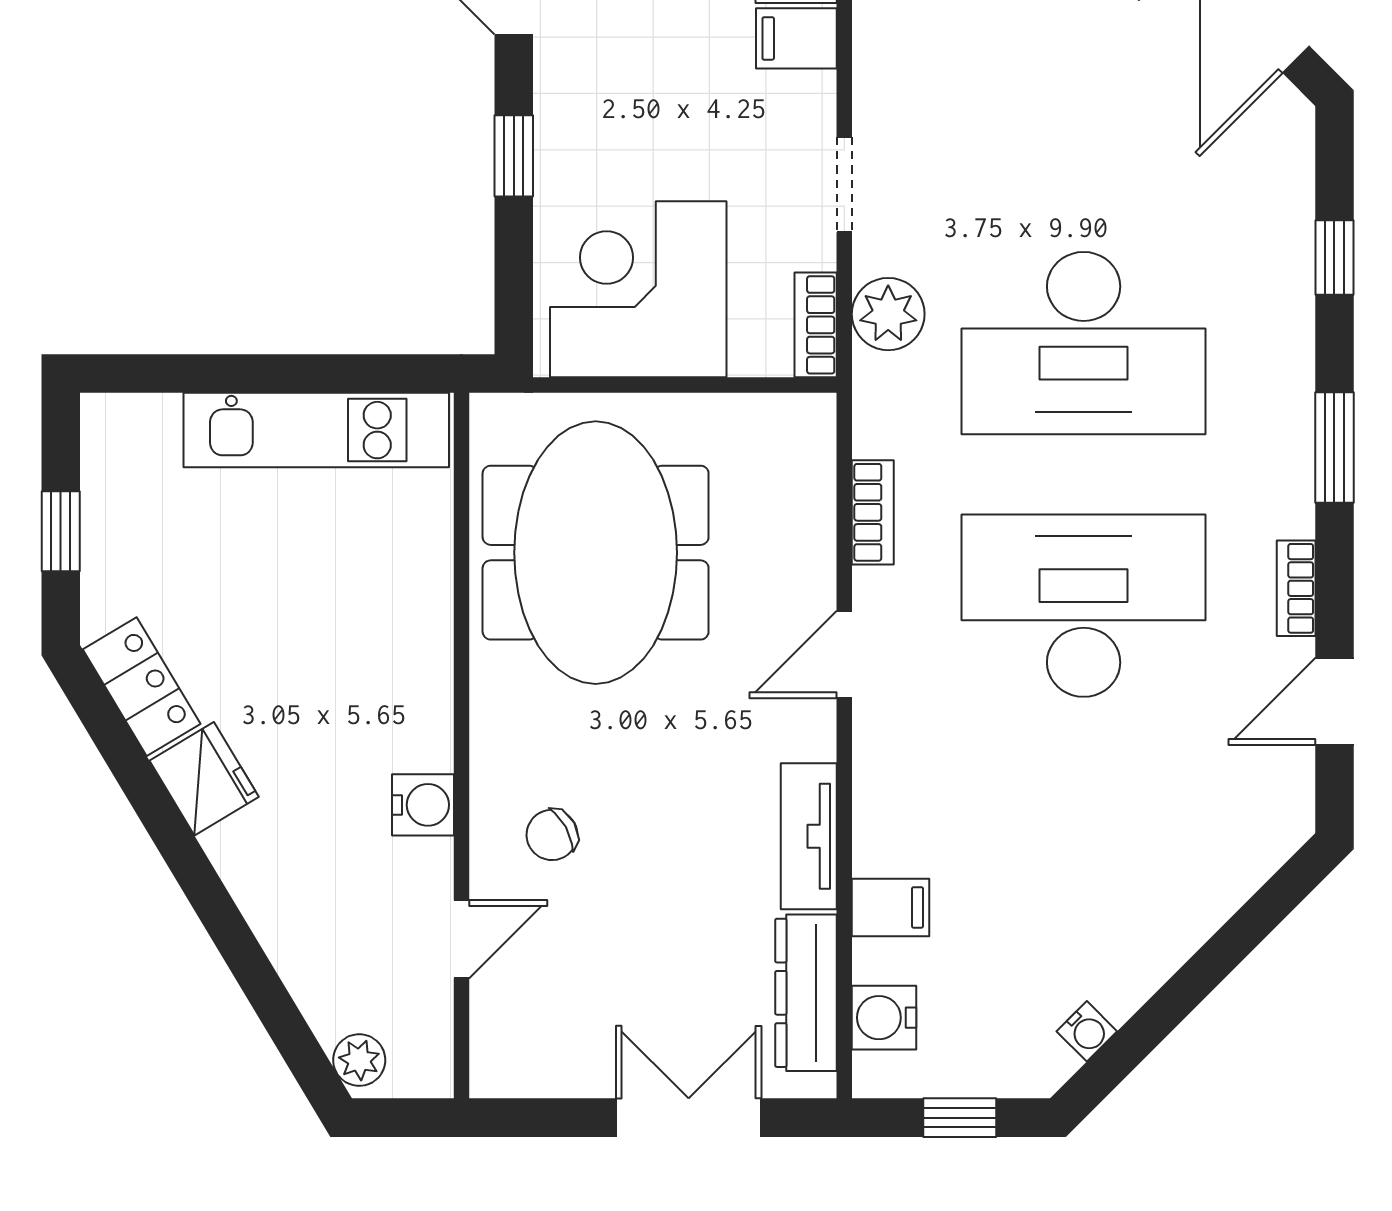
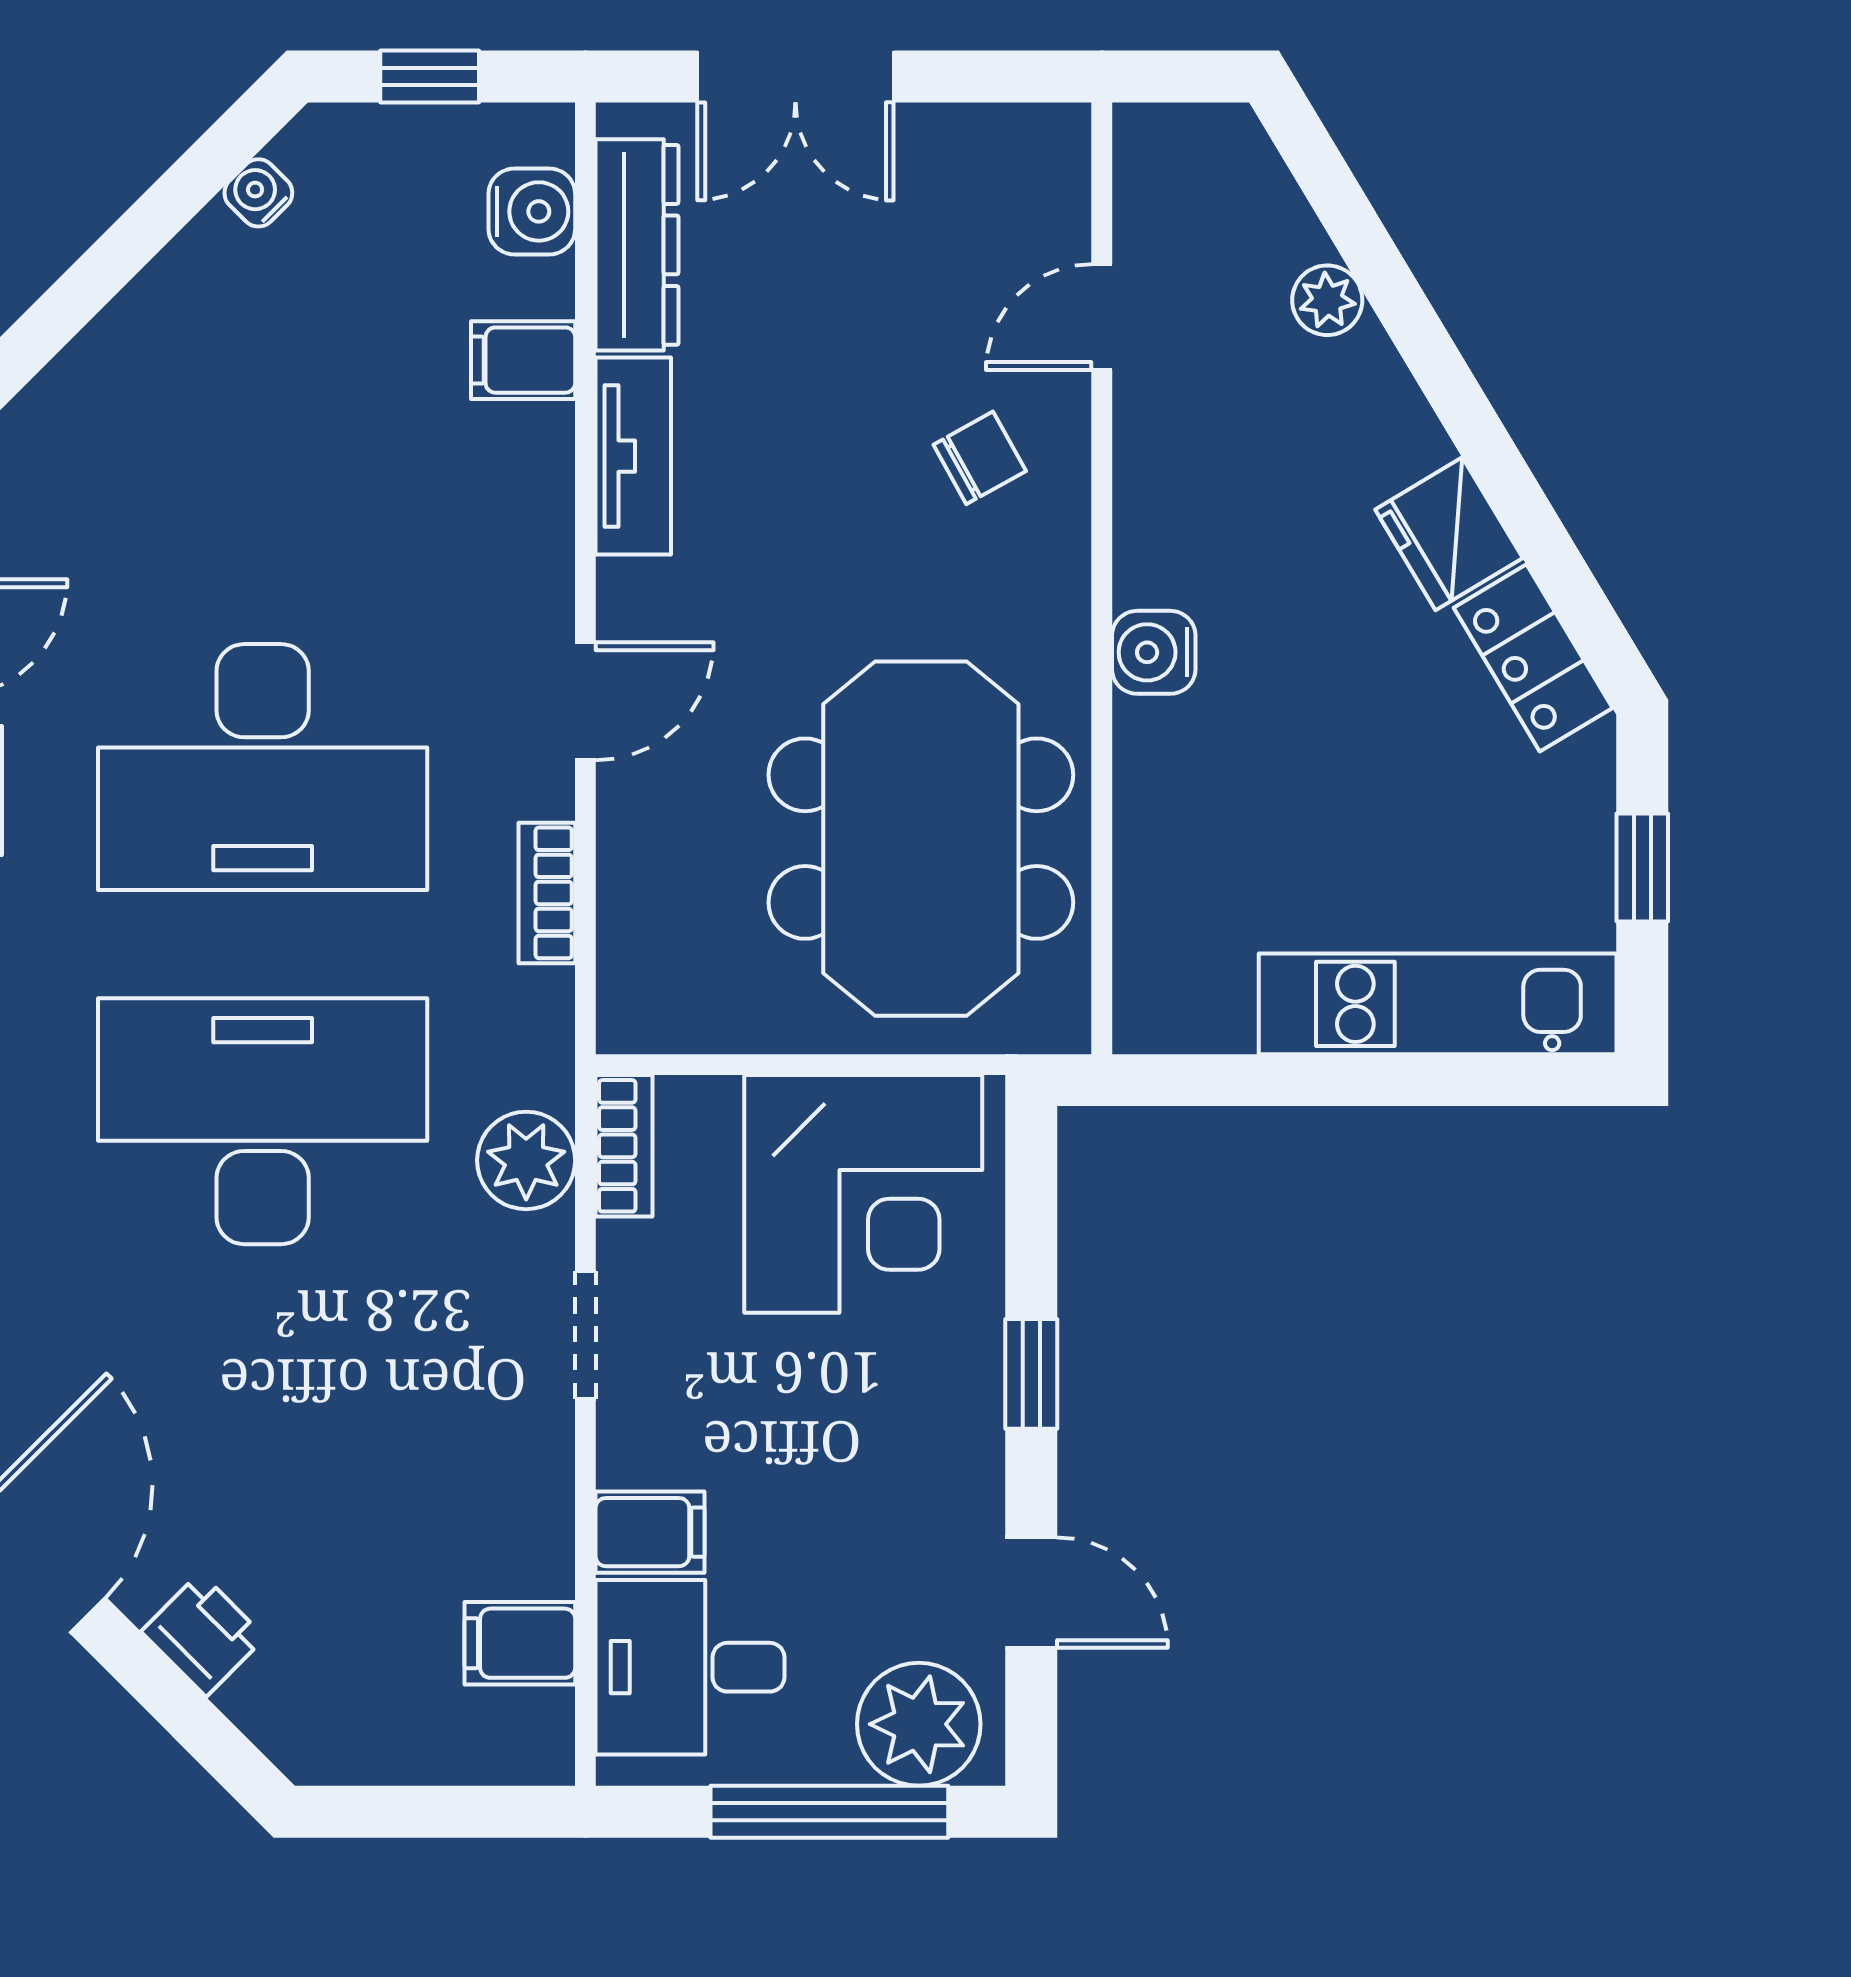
kitchen unit: (316, 430) -> (1438, 1004), moved
water cooler: (423, 805) -> (1154, 652), moved
plant: (359, 1060) -> (1327, 300), moved

